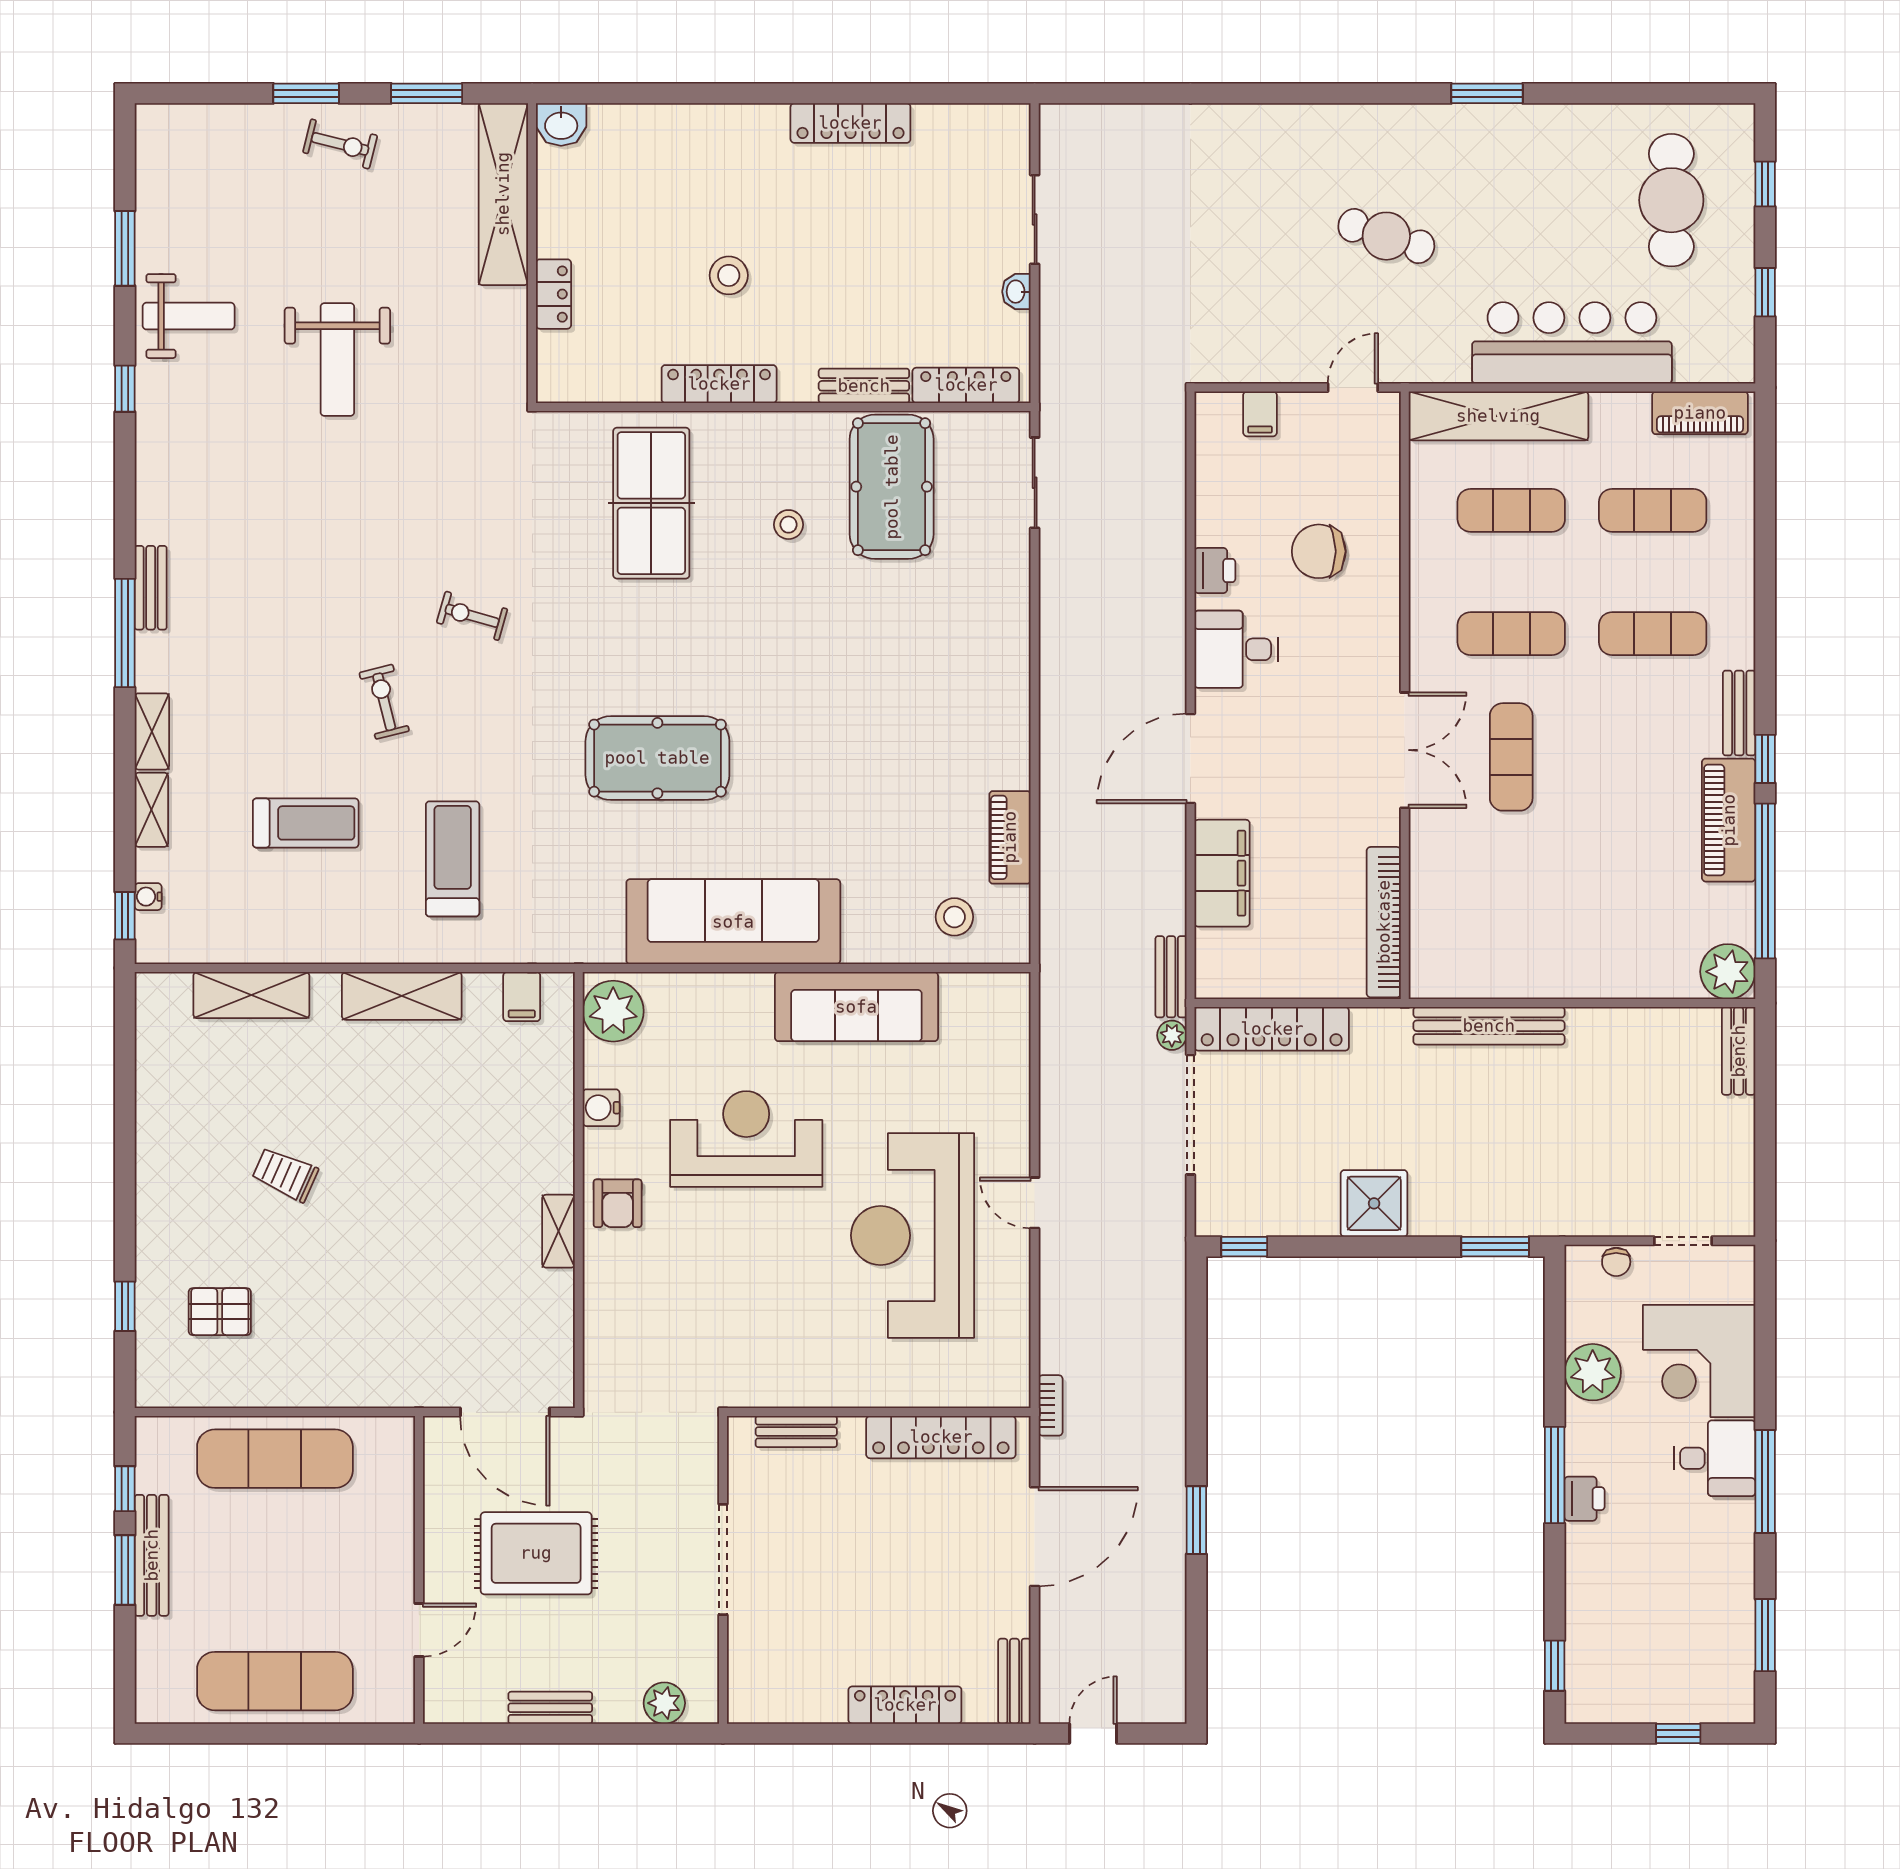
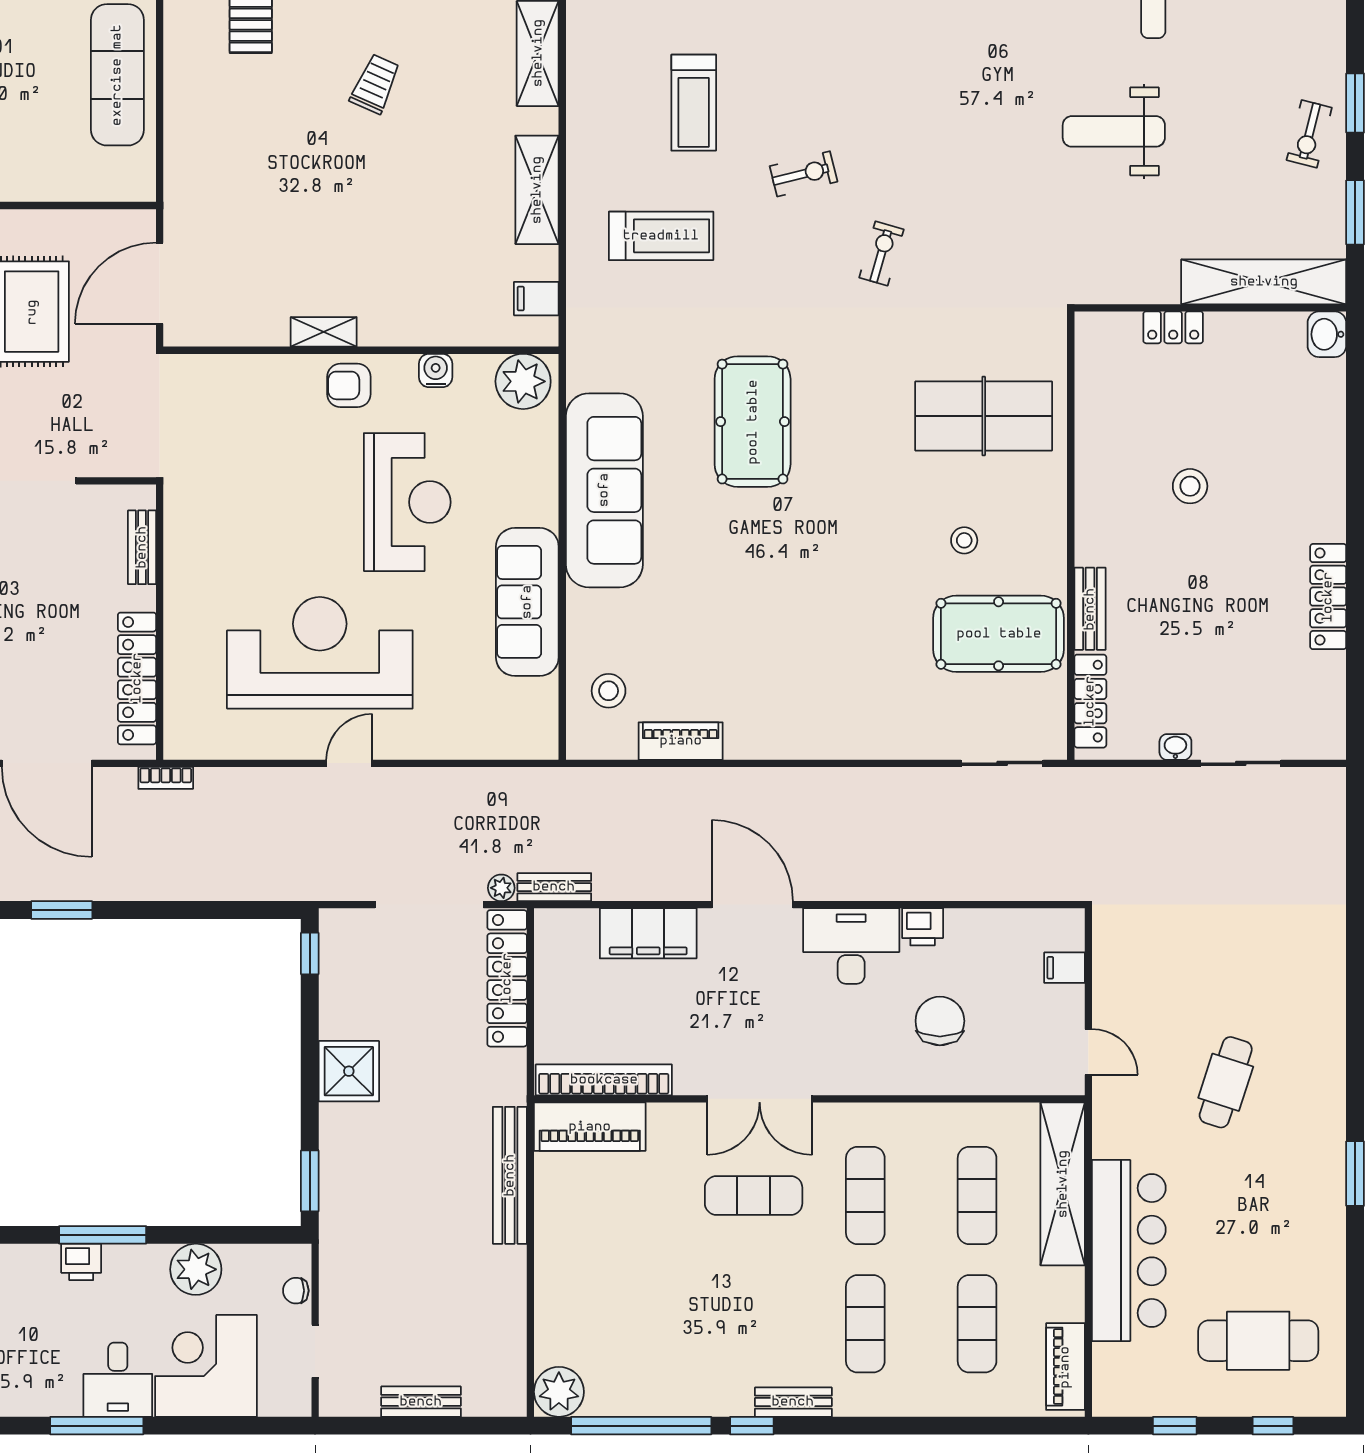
locker: (719, 384) -> (1092, 477), removed
desk: (1236, 649) -> (851, 946), width x1.37
piano: (1729, 820) -> (590, 1127), moved, turned 180
bench: (1739, 1051) -> (421, 1402), moved

